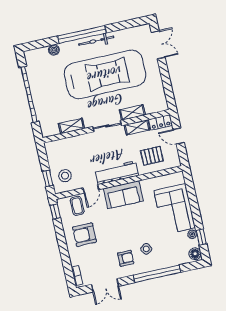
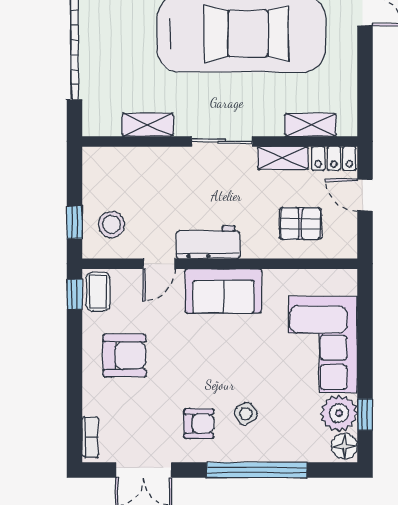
shelving: (132, 112) -> (311, 125), moved
workbench: (117, 173) -> (208, 242), width x0.73
coffee table: (77, 206) -> (98, 292), moved
plant: (192, 234) -> (339, 413), width x1.88, depth x1.88
armchair: (84, 235) -> (124, 356), turned 180

